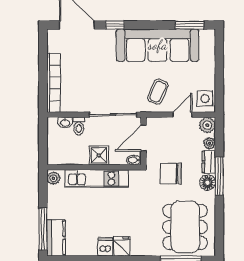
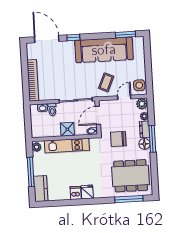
dining table: (185, 227) -> (131, 176), turned 90
window: (43, 229) -> (31, 172), moved

